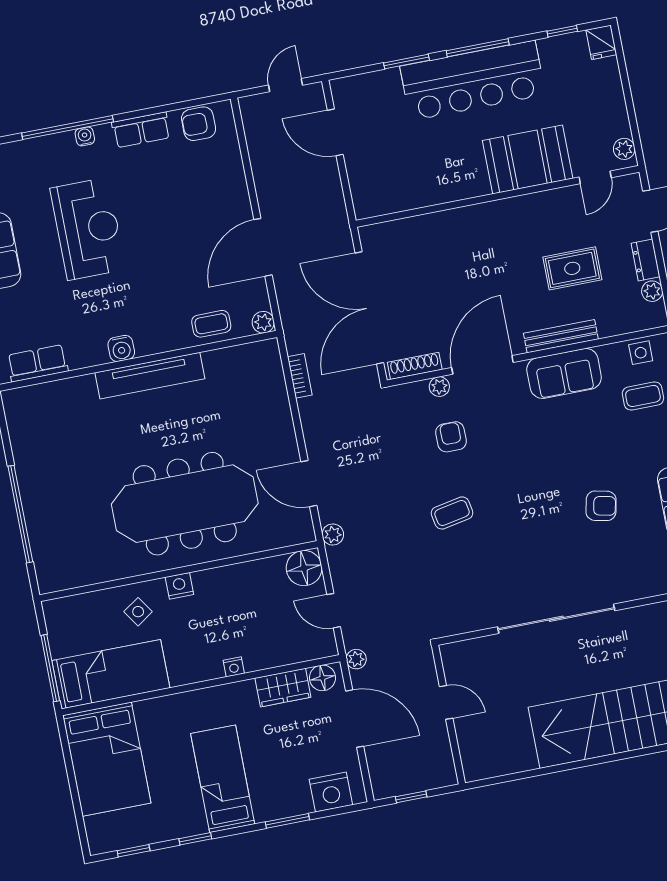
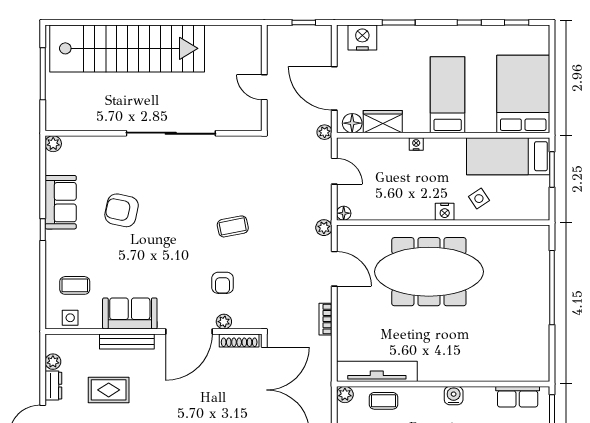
tv unit: (150, 376) -> (377, 371), moved
bookcase: (300, 376) -> (326, 319), moved
armchair: (601, 506) -> (122, 210), width x1.38, depth x1.38
floor lamp: (304, 568) -> (344, 213), width x0.53, depth x0.53
window: (50, 668) -> (552, 169), width x0.69
bed: (223, 779) -> (448, 95), moved, turned 180

